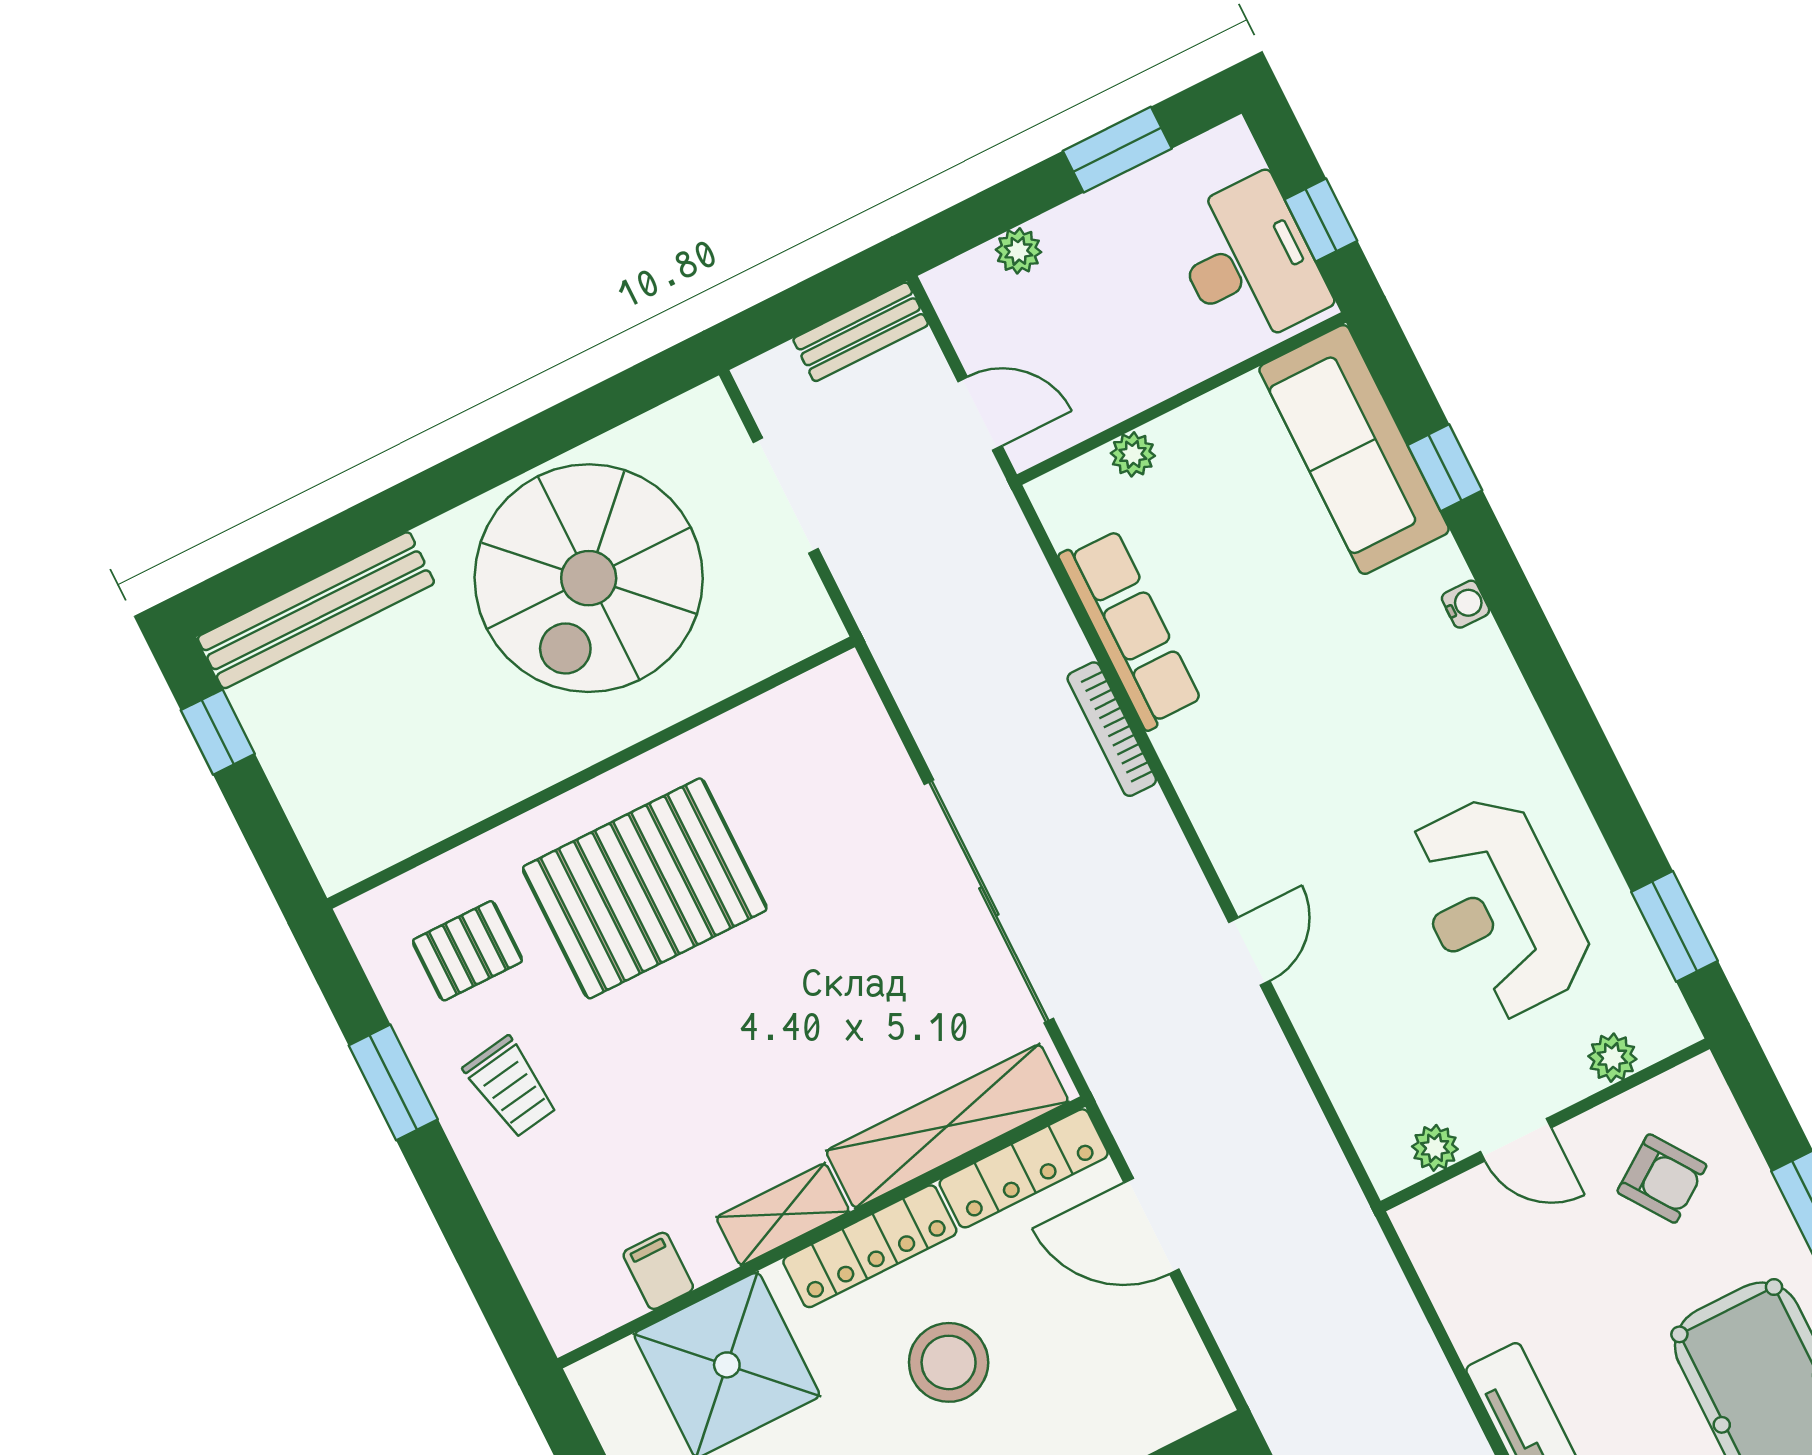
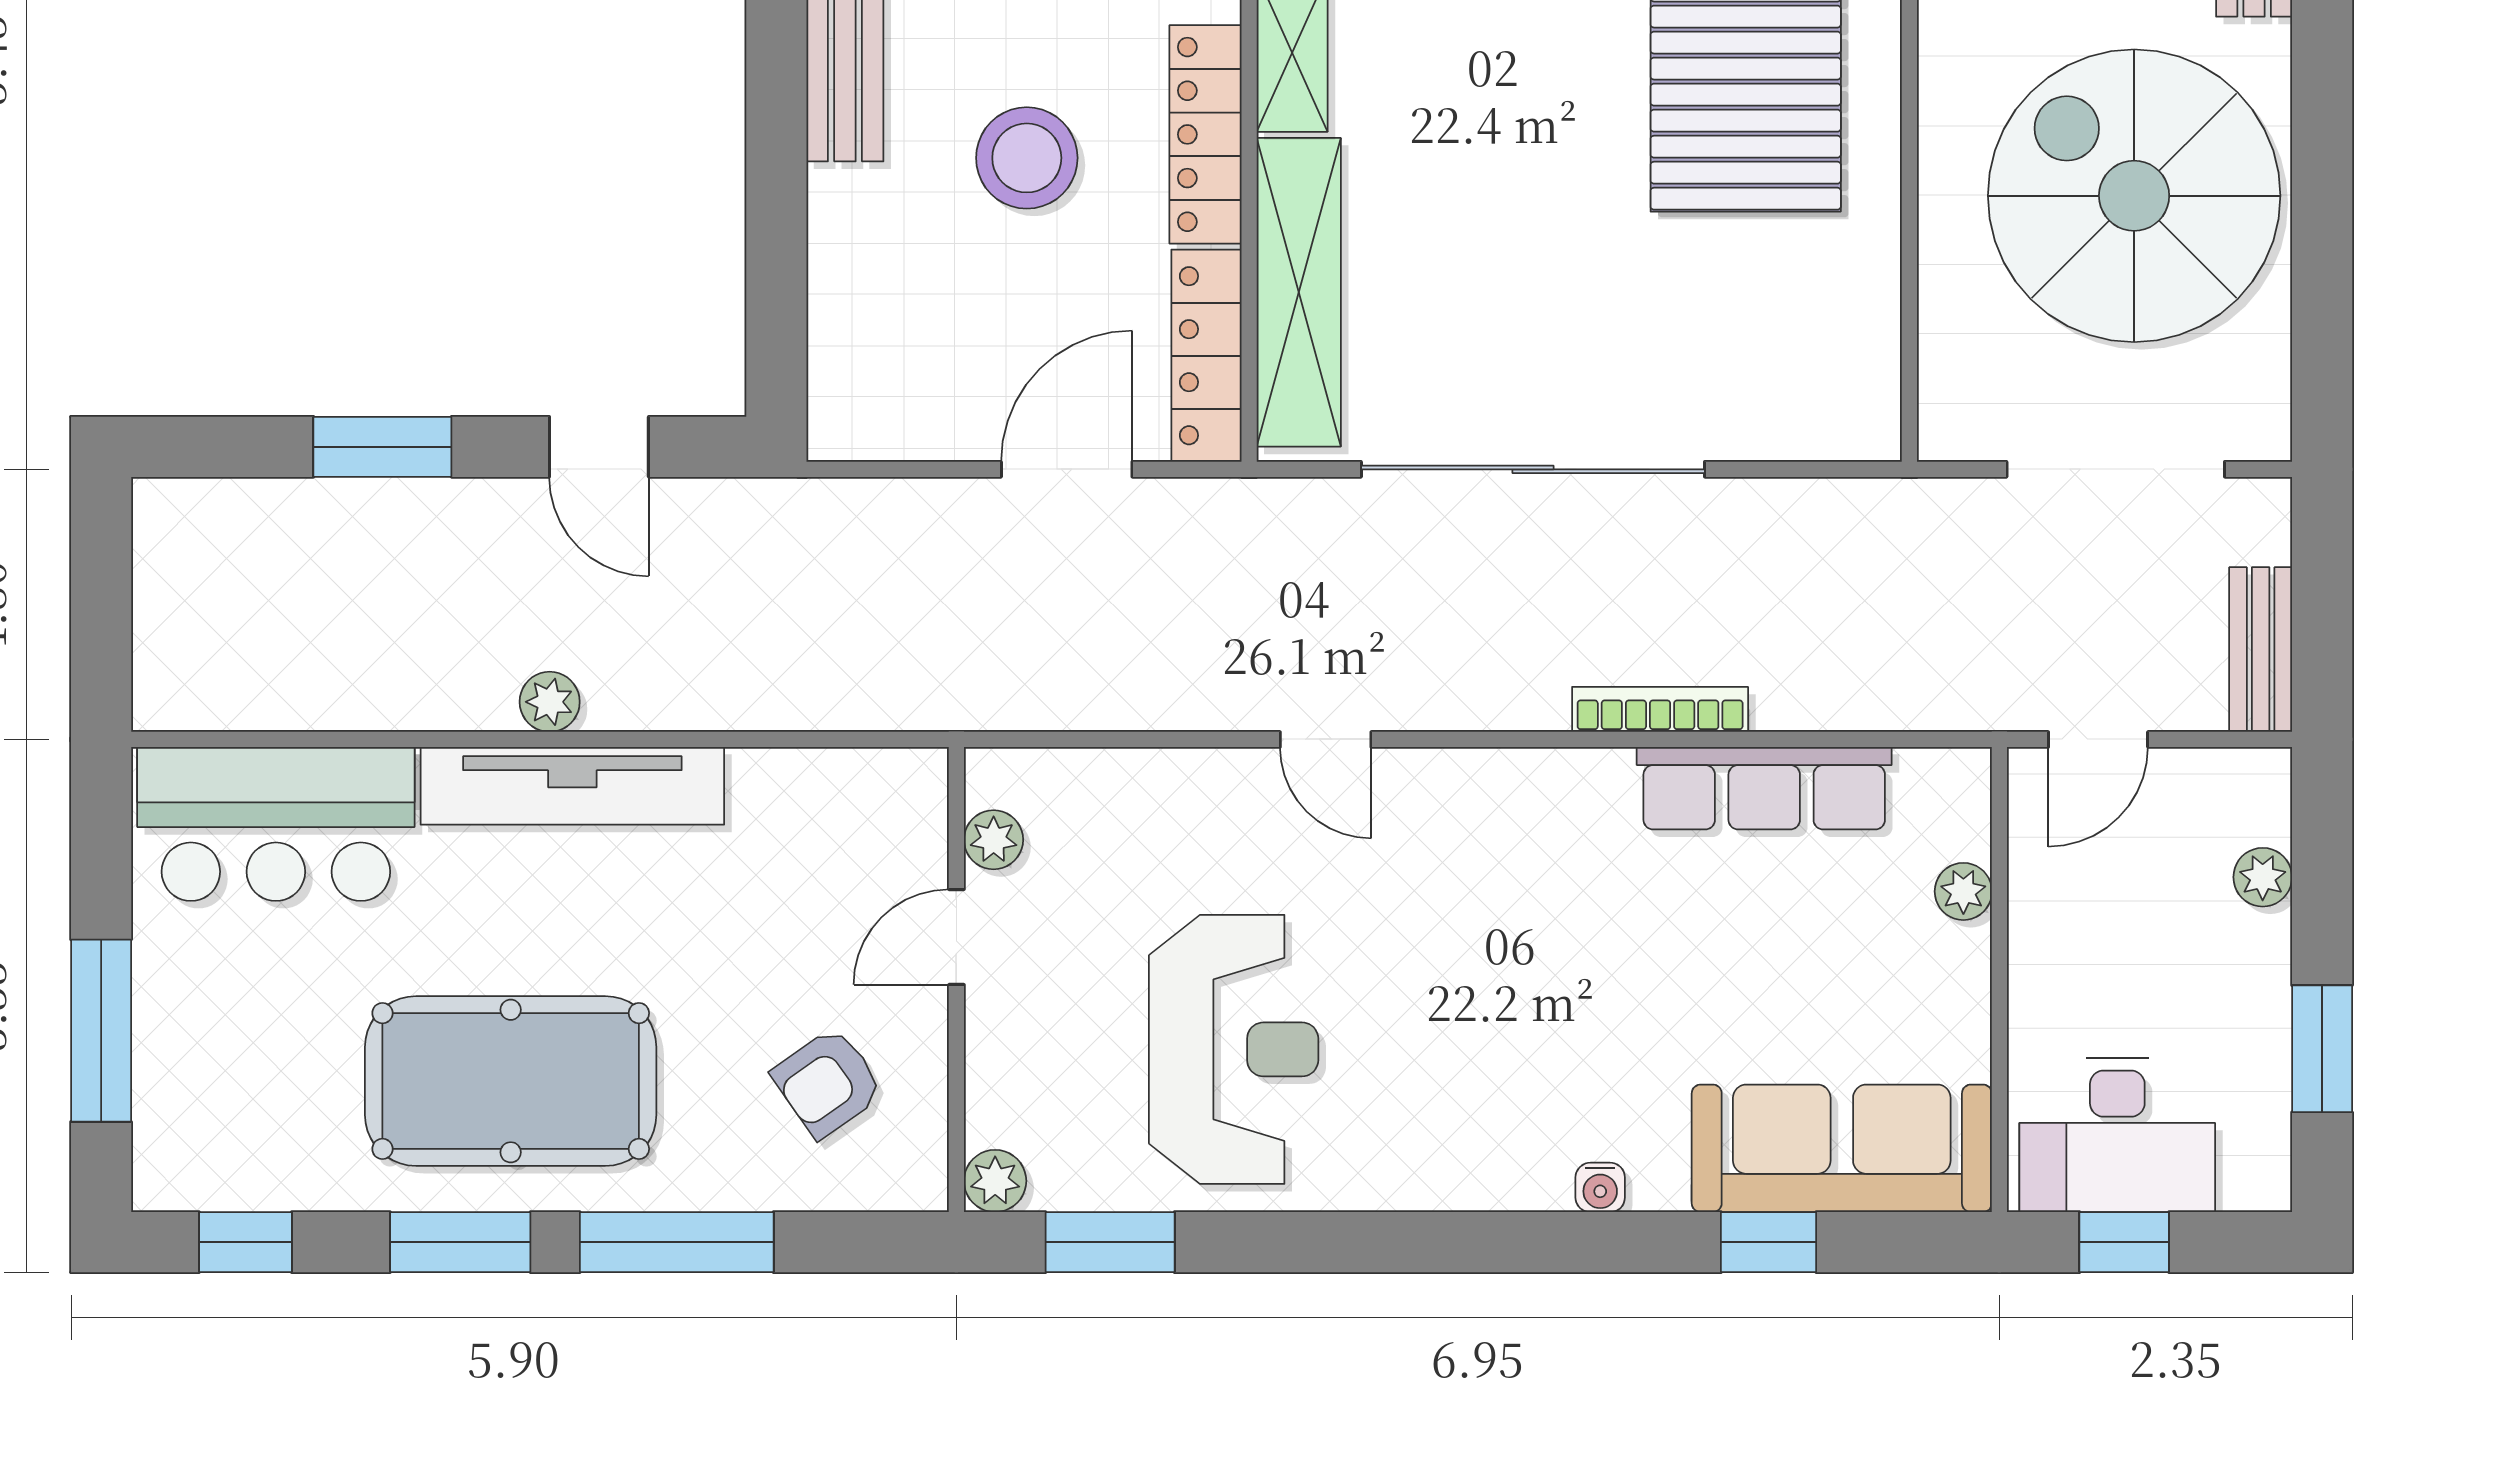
doorway: (786, 496) -> (2116, 469), width x1.36
reception desk: (1497, 908) -> (1234, 1049), turned 90
plant: (1612, 1058) -> (995, 1181), moved

